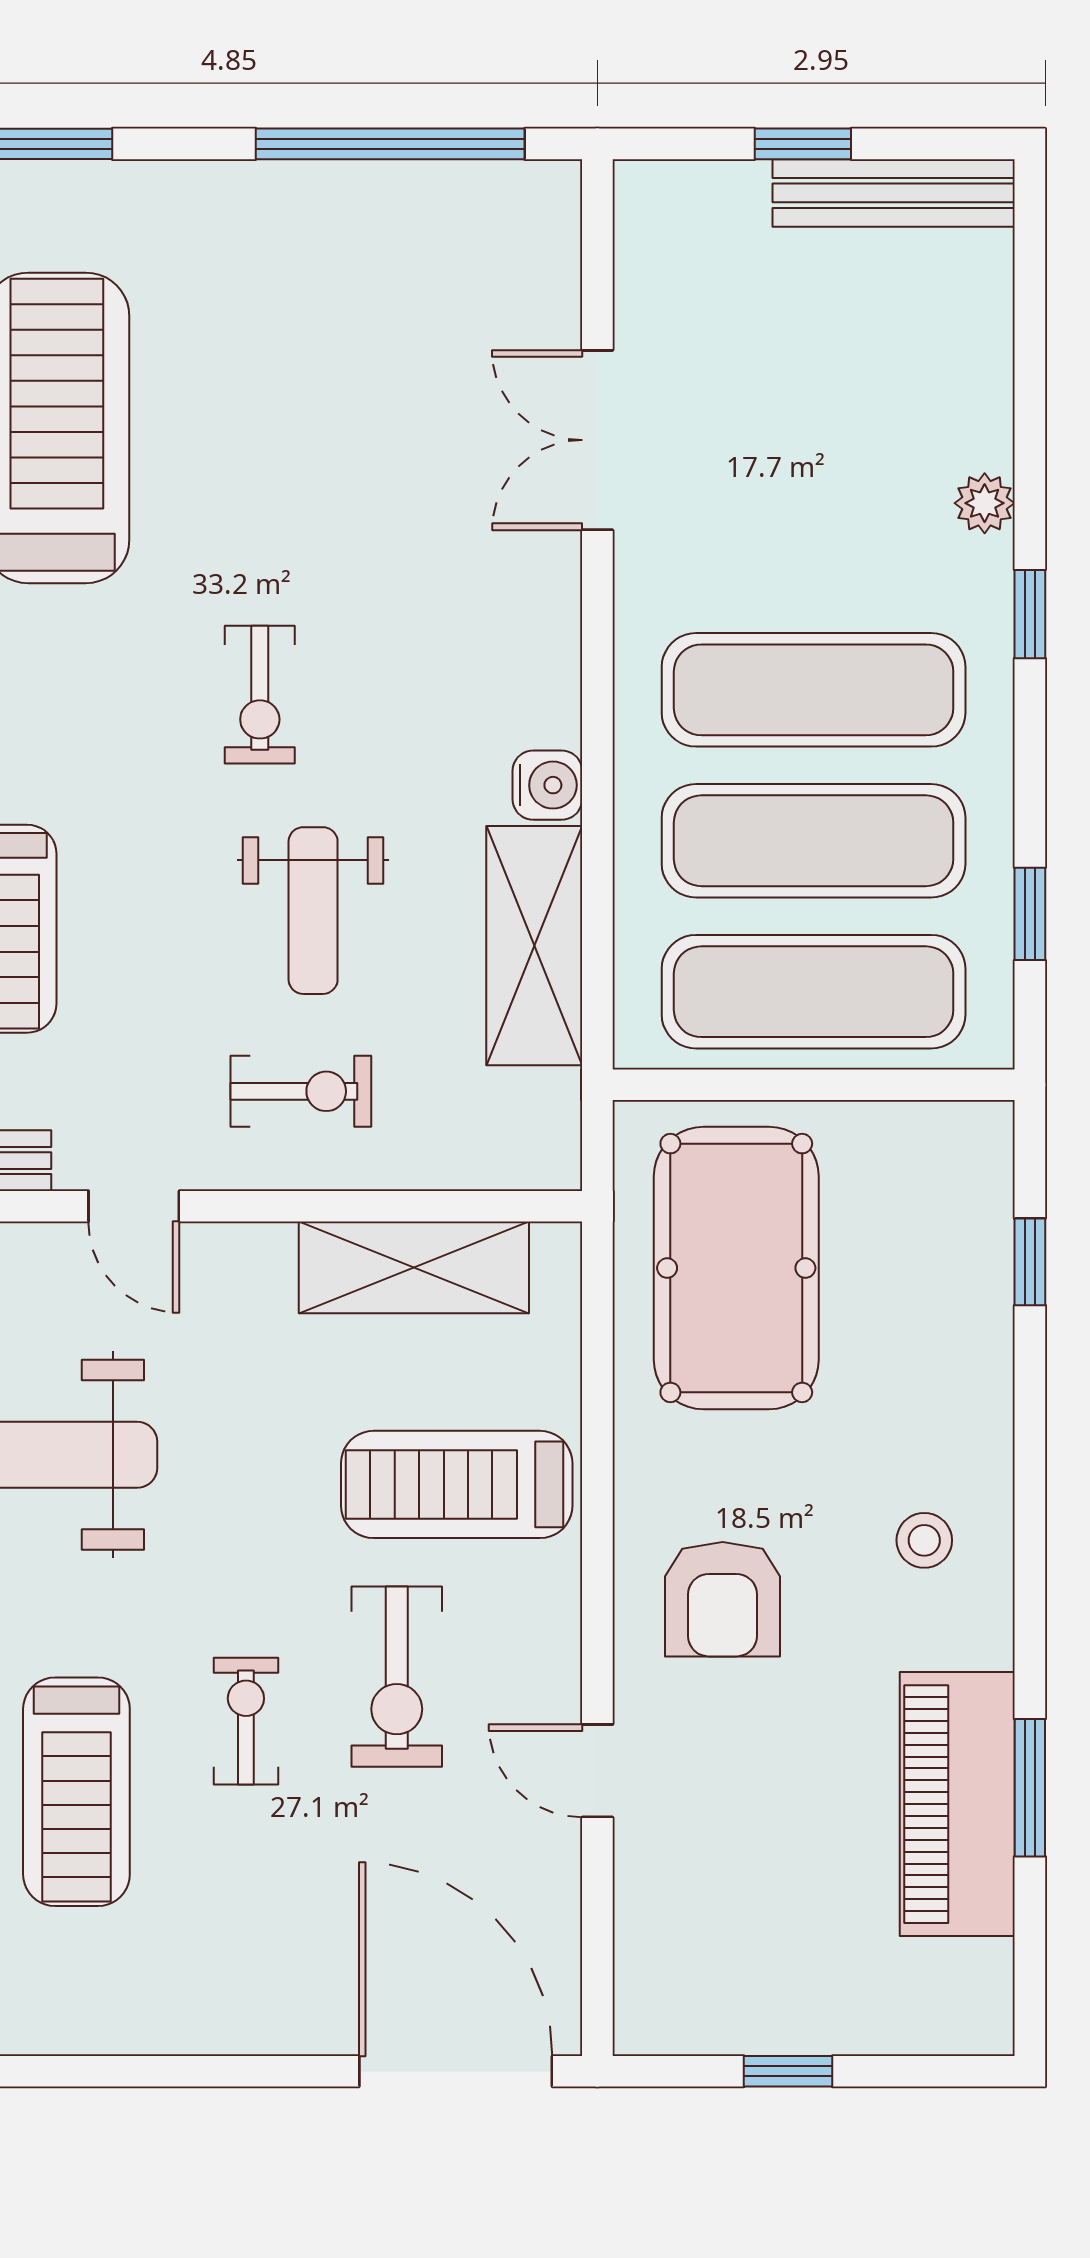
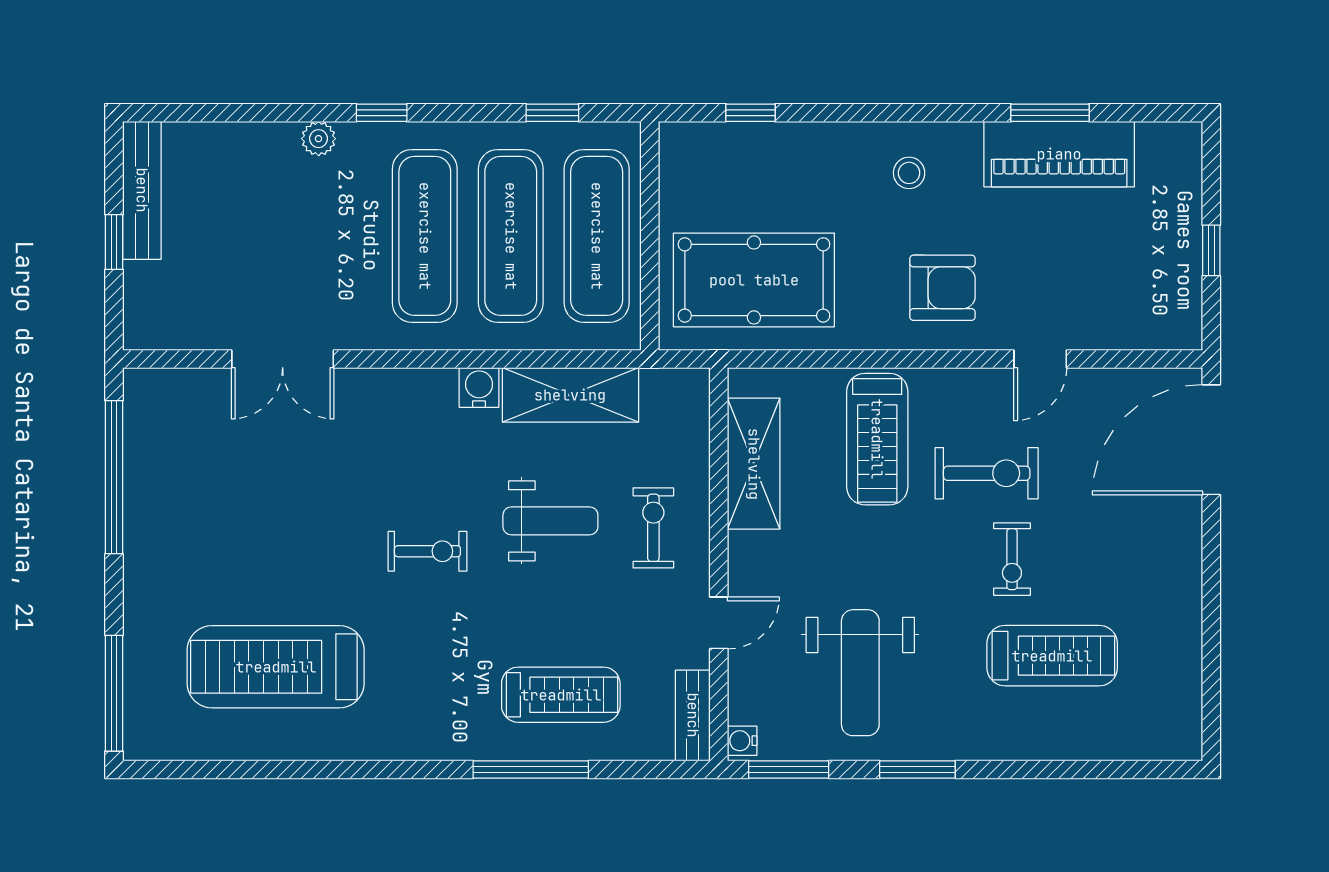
exercise bike: (246, 1721) -> (1012, 559), turned -90

